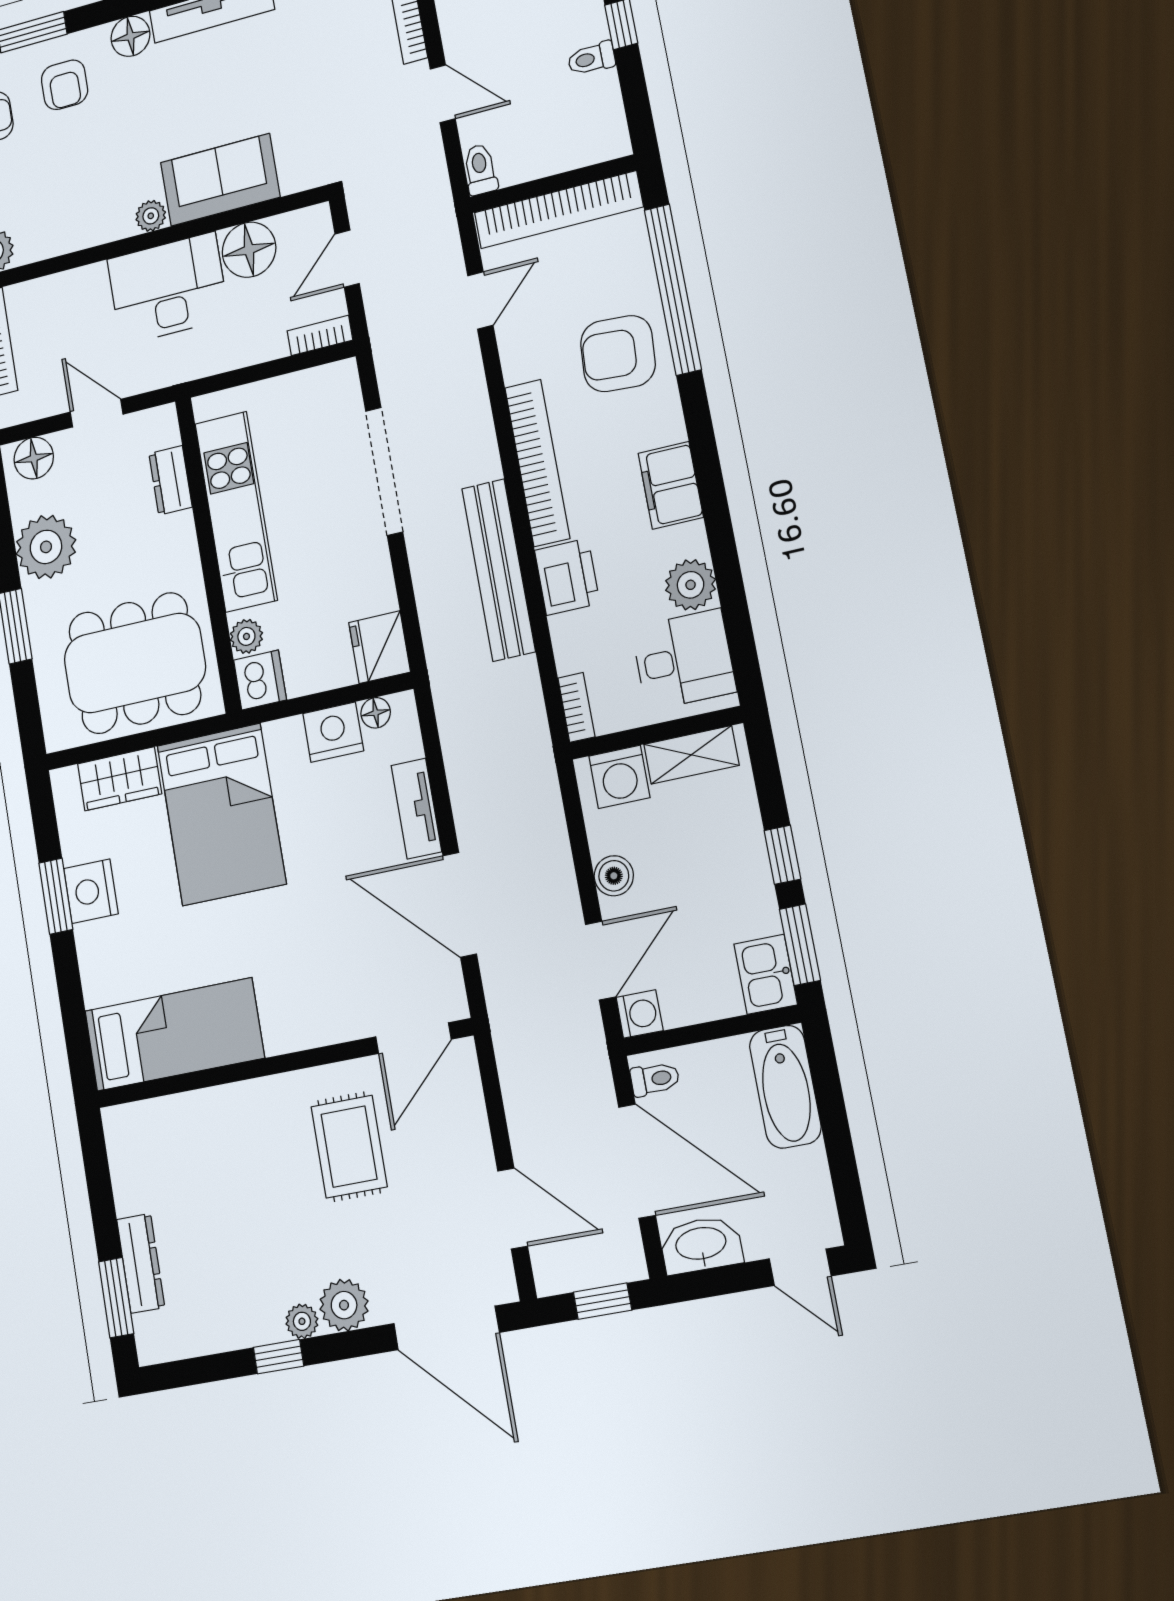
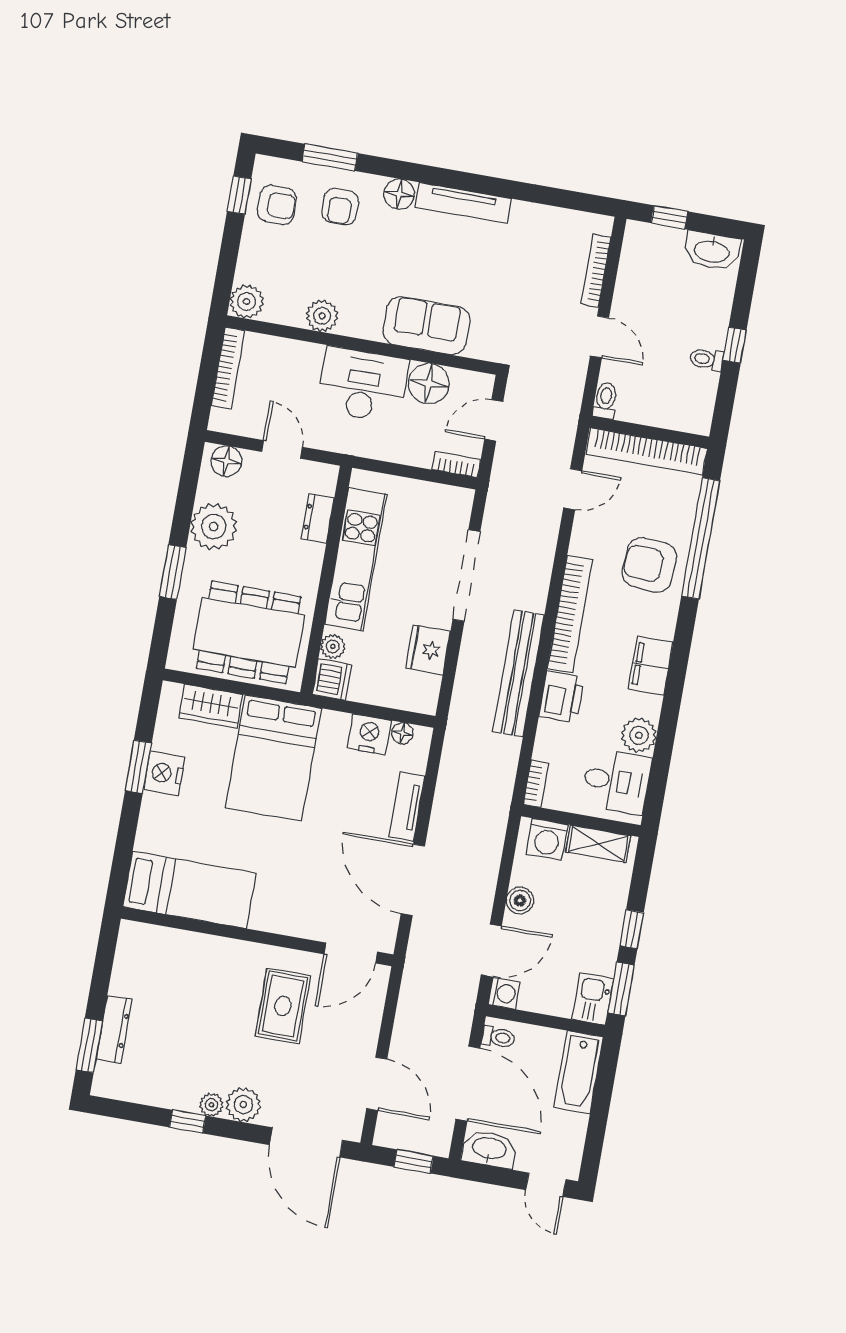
plant: (151, 216) -> (322, 316), moved, width x1.38, depth x1.38
fridge: (380, 647) -> (428, 650), moved

